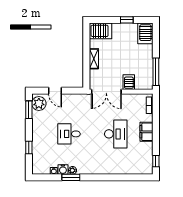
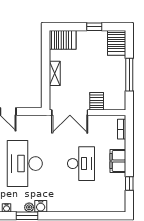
window: (156, 72) -> (129, 75), moved
desk: (69, 134) -> (25, 164), width x1.87, depth x1.30
window: (156, 161) -> (129, 184), moved
water cooler: (63, 169) -> (41, 206), moved

